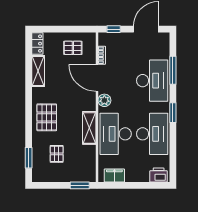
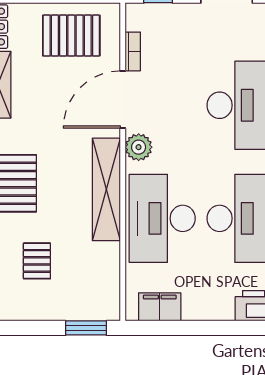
pallet: (73, 48) -> (71, 36), width x1.50, depth x1.42
door: (97, 78) -> (123, 99), hinge flipped
shelving: (89, 128) -> (106, 189), width x1.47

